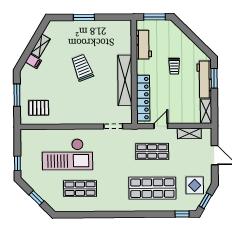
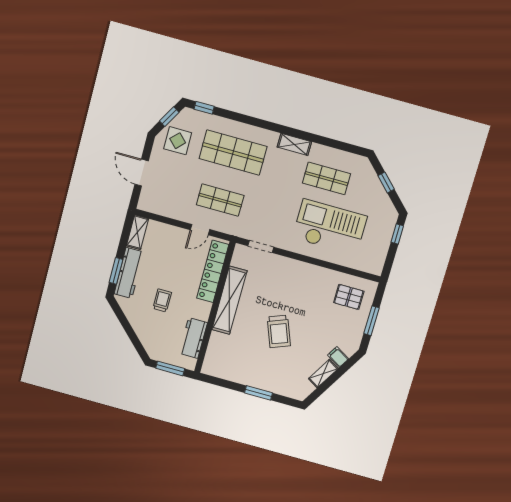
shelving: (189, 133) -> (294, 144), moved

